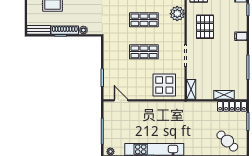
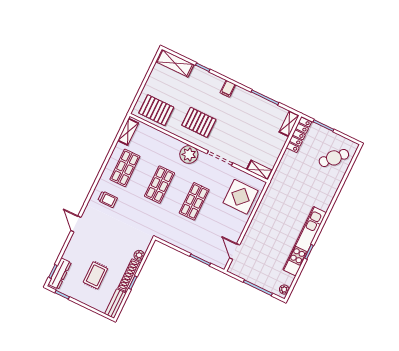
plant: (177, 14) -> (189, 154), moved
shelving: (224, 95) -> (289, 124), moved
door: (121, 100) -> (235, 252), hinge flipped

